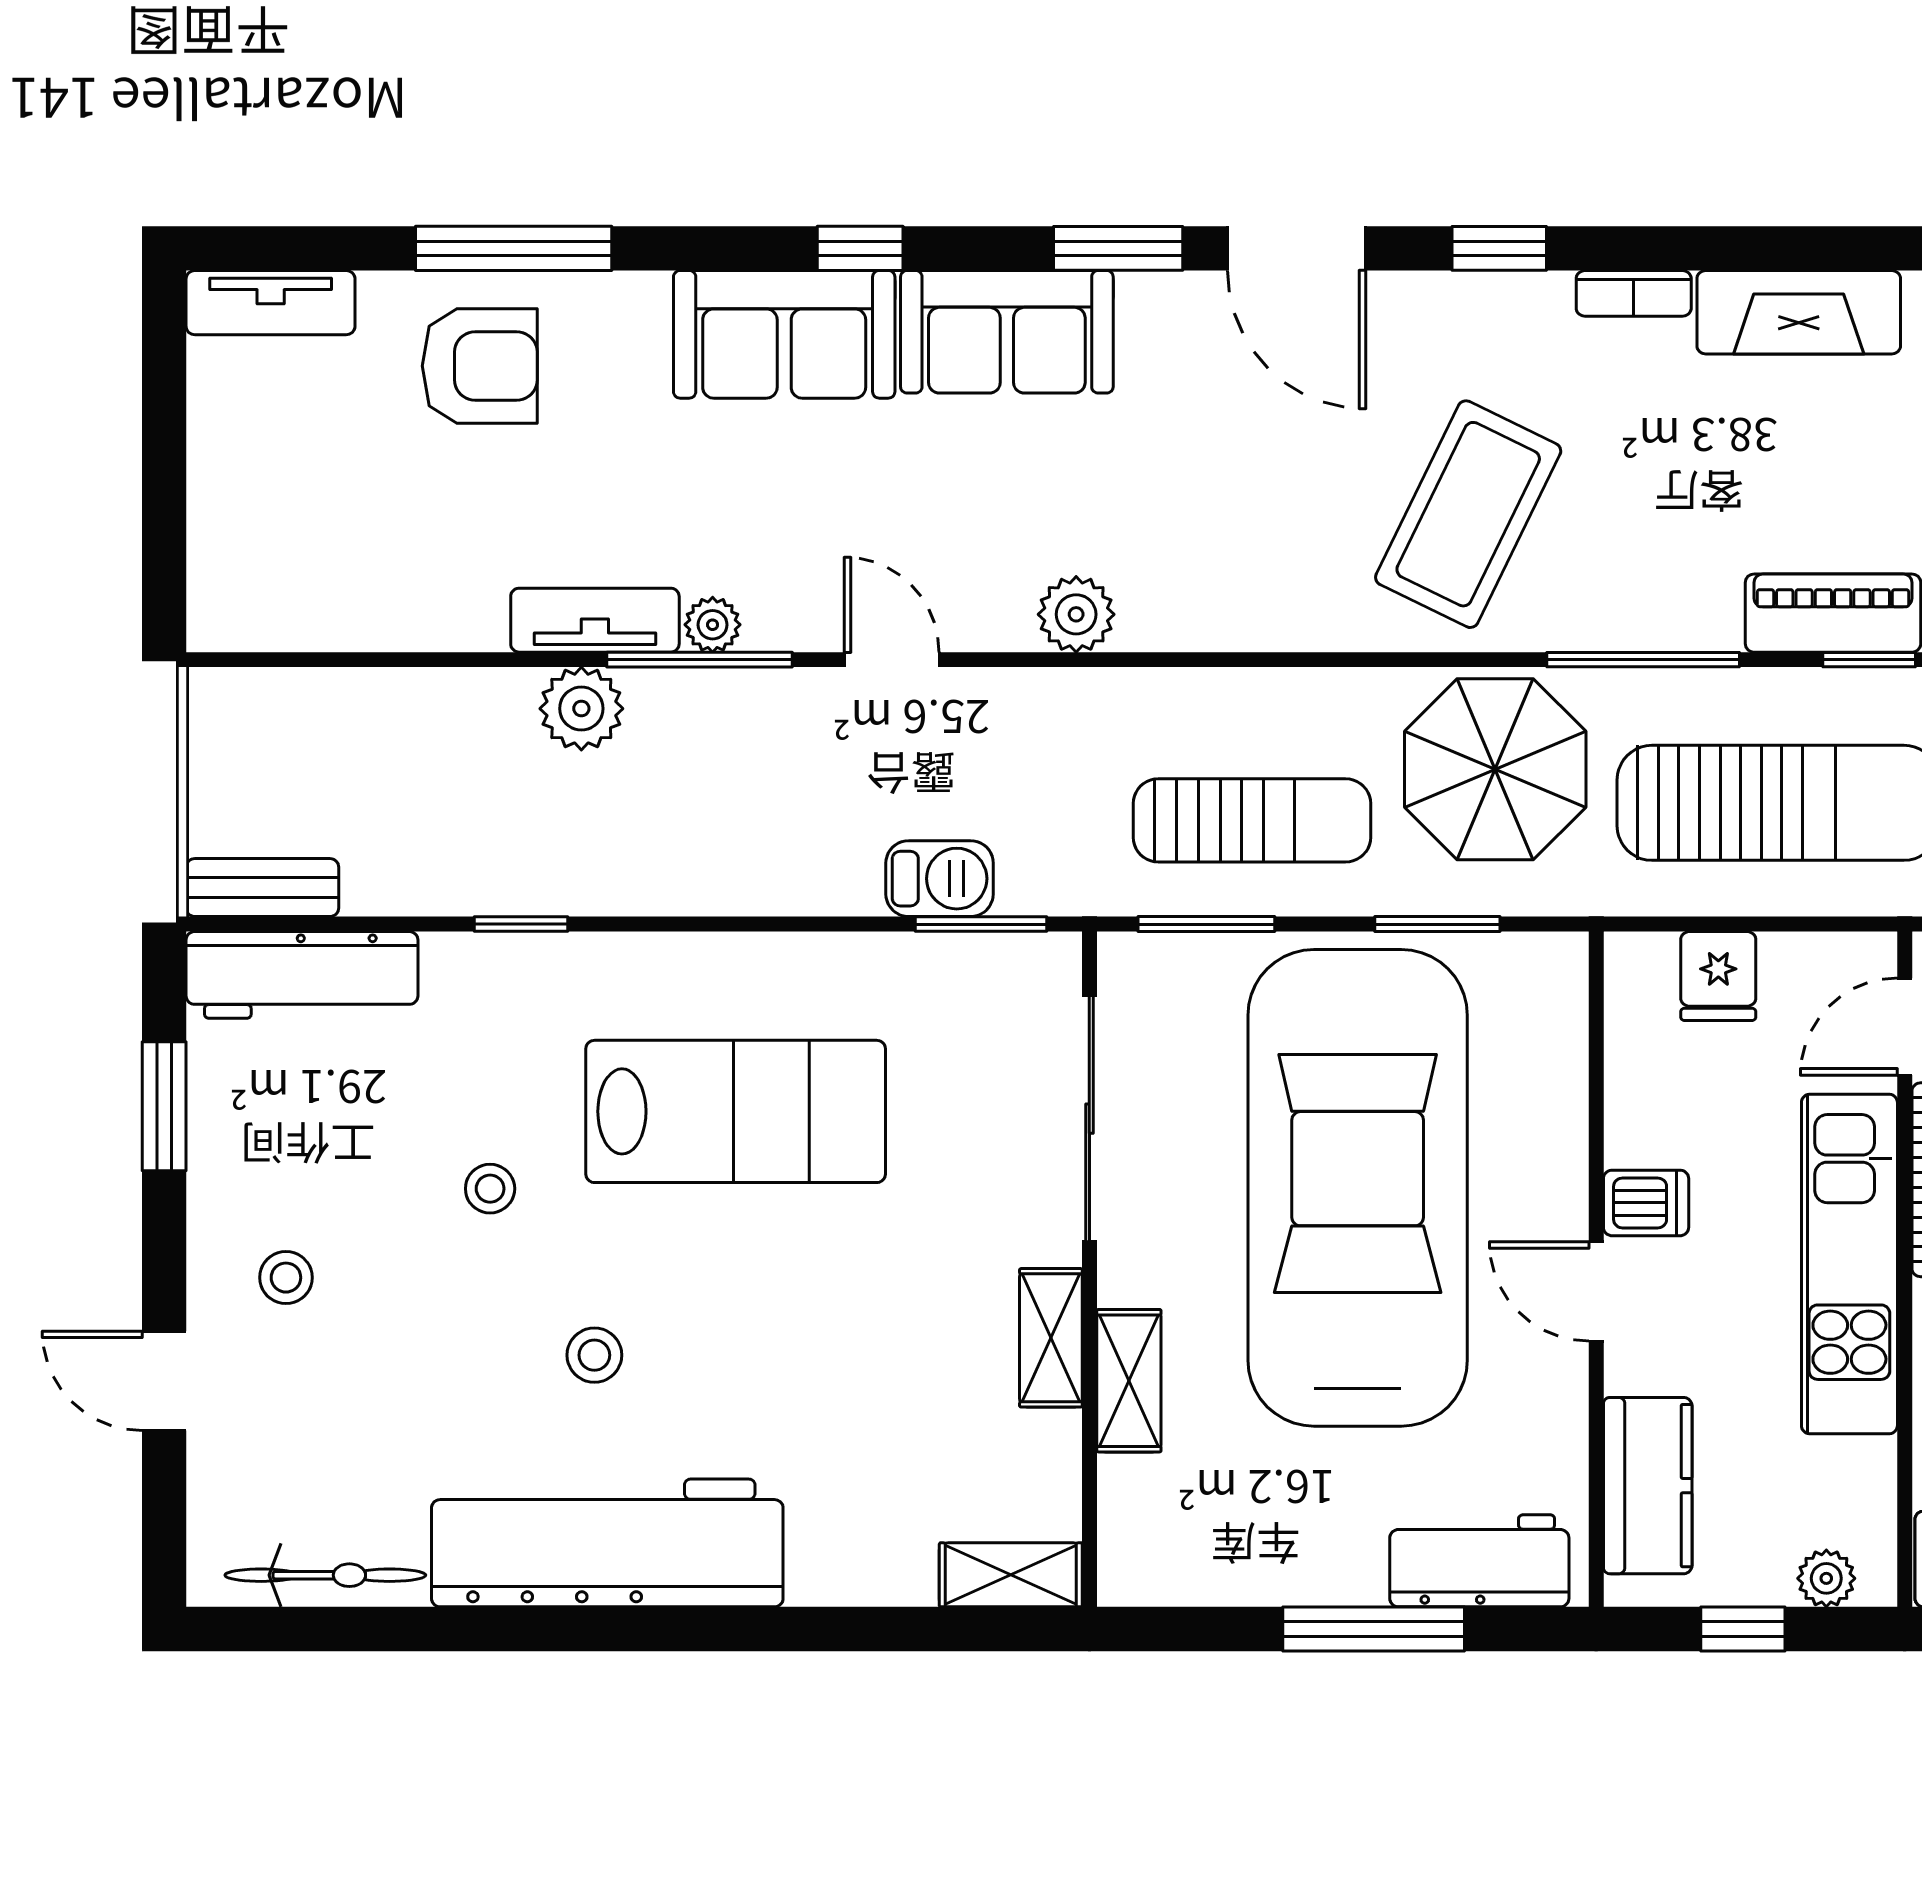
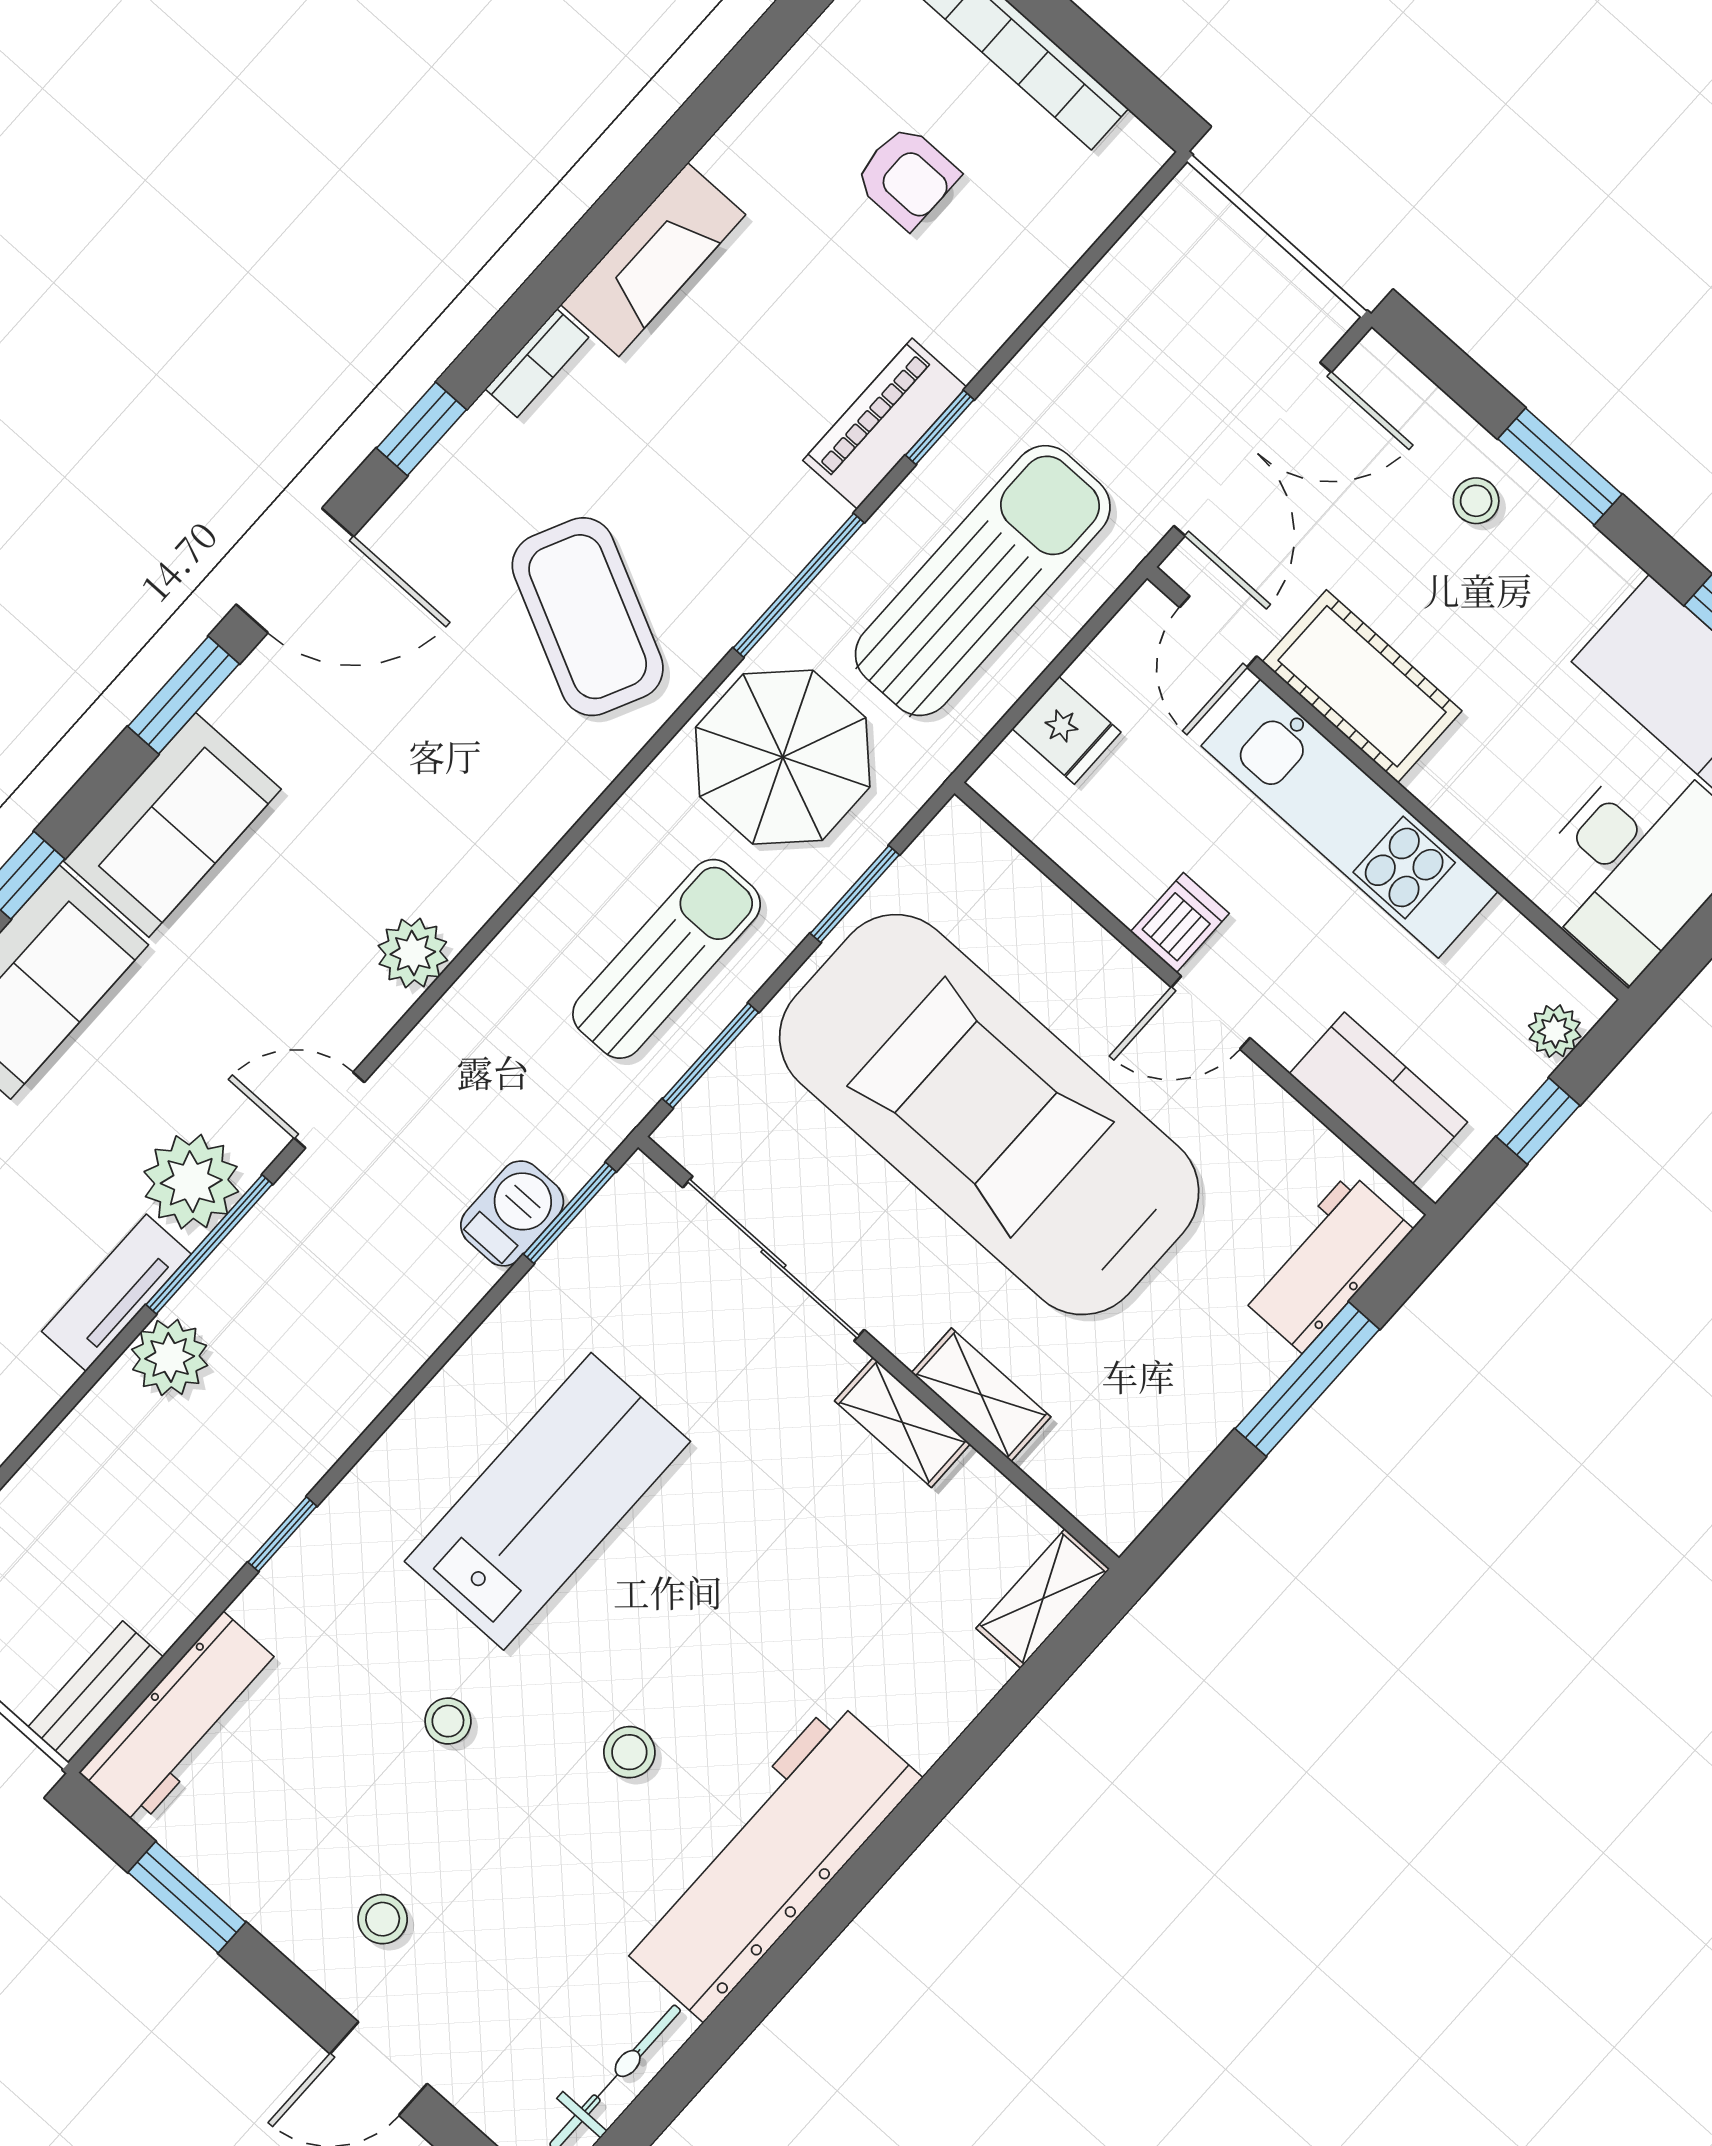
plant: (713, 625) -> (191, 1182), width x1.88, depth x1.88

